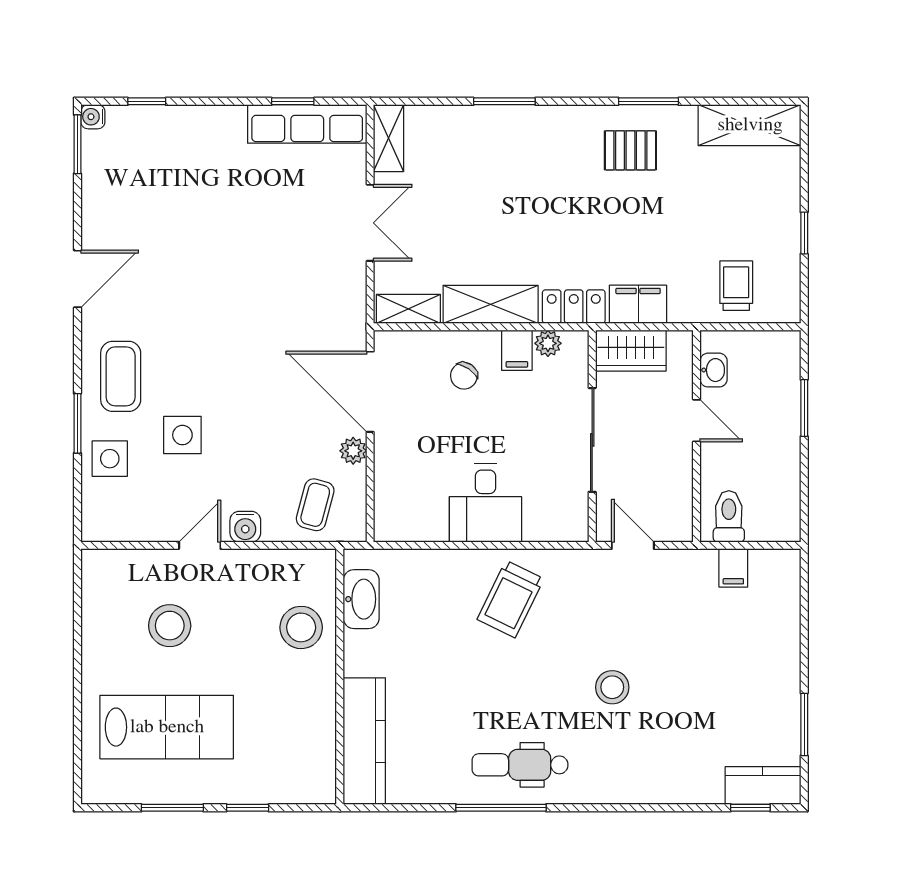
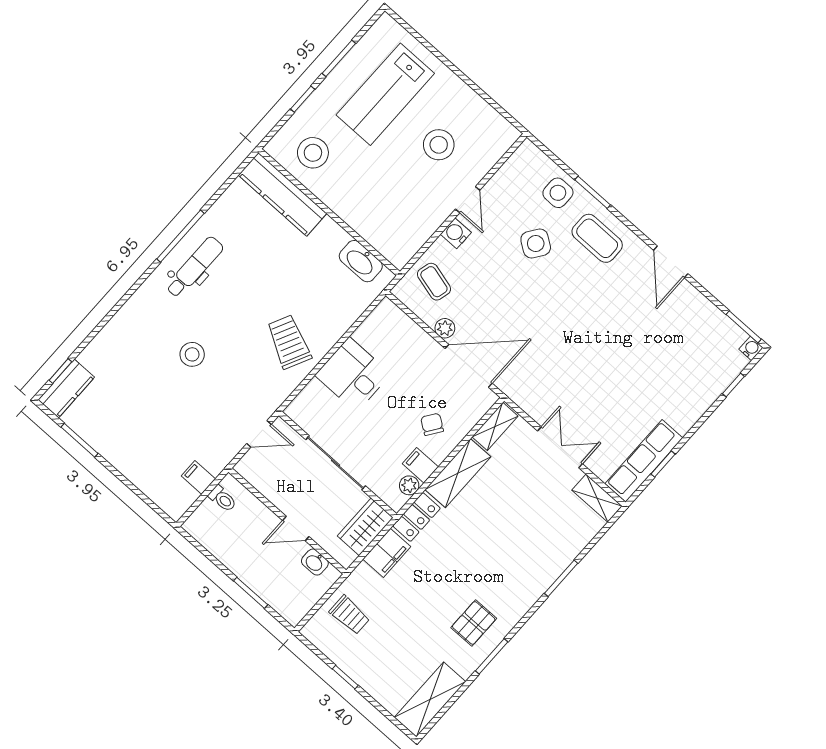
double door: (370, 223) -> (560, 447), swing flipped
side table: (182, 435) -> (536, 243), turned 35
toilet: (729, 516) -> (222, 499), width x0.73, depth x0.72
stool: (301, 627) -> (313, 153), moved

